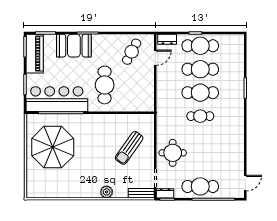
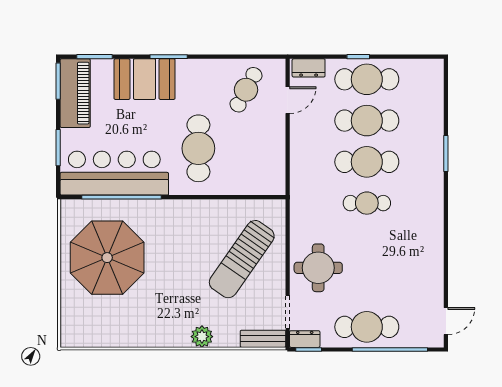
sun lounger: (129, 148) -> (242, 259), width x1.36, depth x1.34

